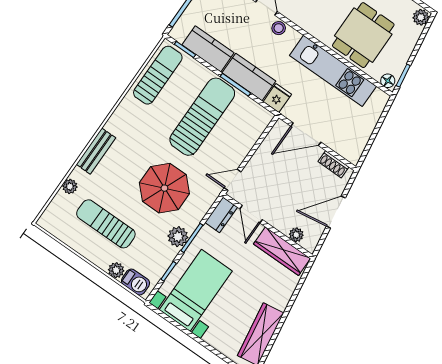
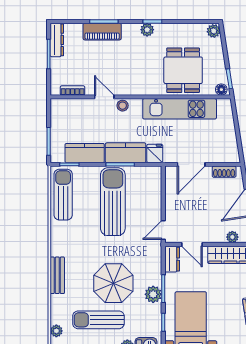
plant: (70, 186) -> (56, 331), moved
parasol: (164, 188) -> (113, 283), moved

